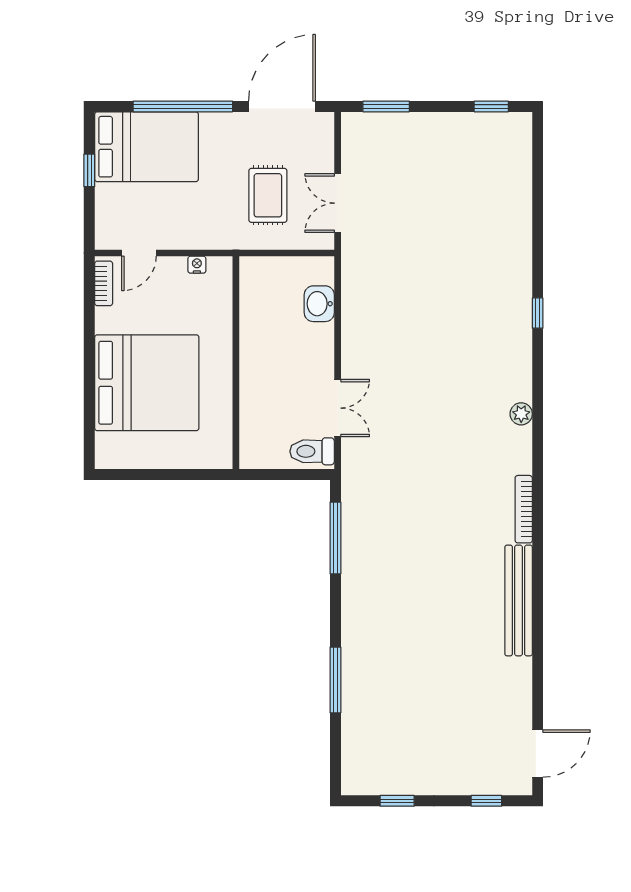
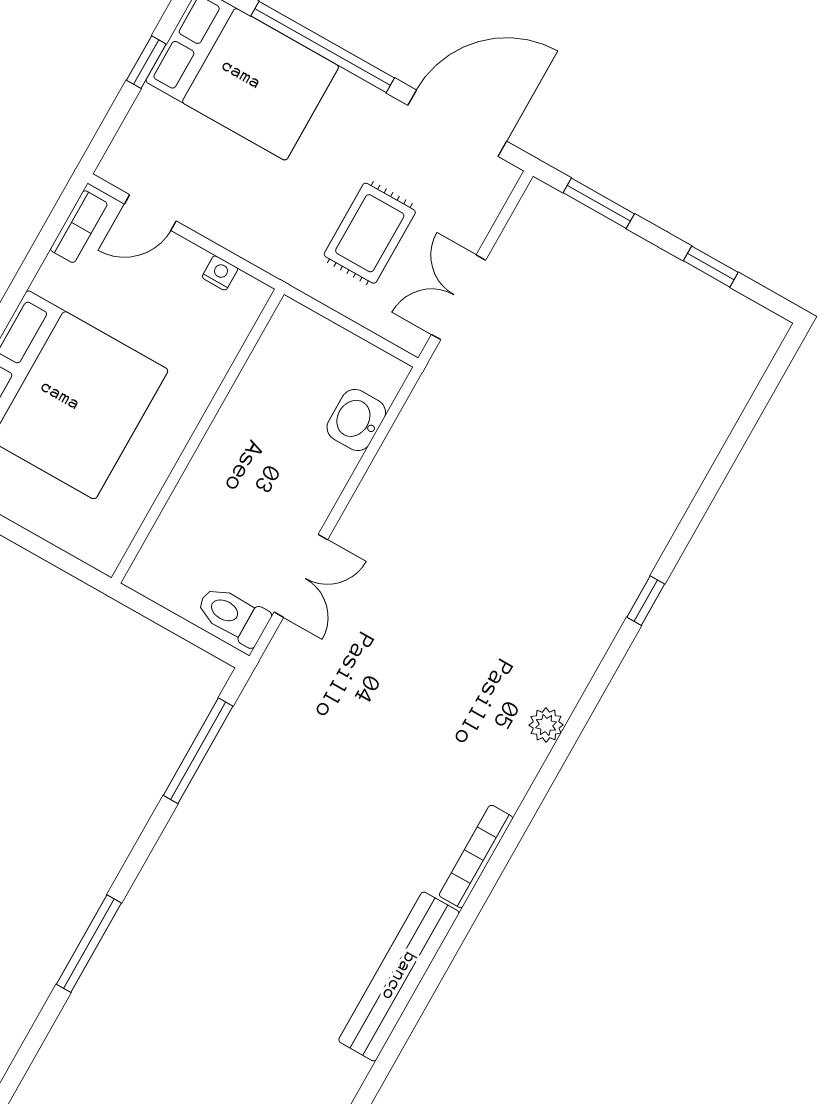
window: (491, 106) -> (711, 267), moved

